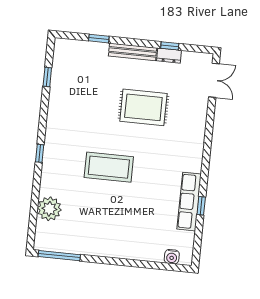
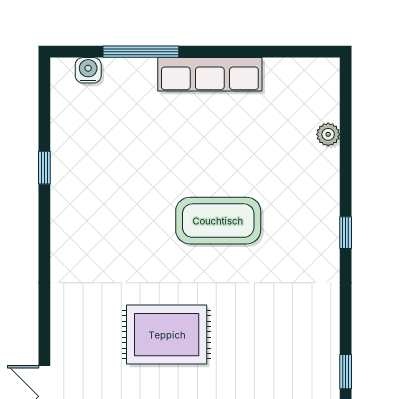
row of seats: (189, 202) -> (210, 74), moved, turned 90
plant: (49, 209) -> (328, 134), width x0.53, depth x0.53
window: (59, 256) -> (141, 52), moved

